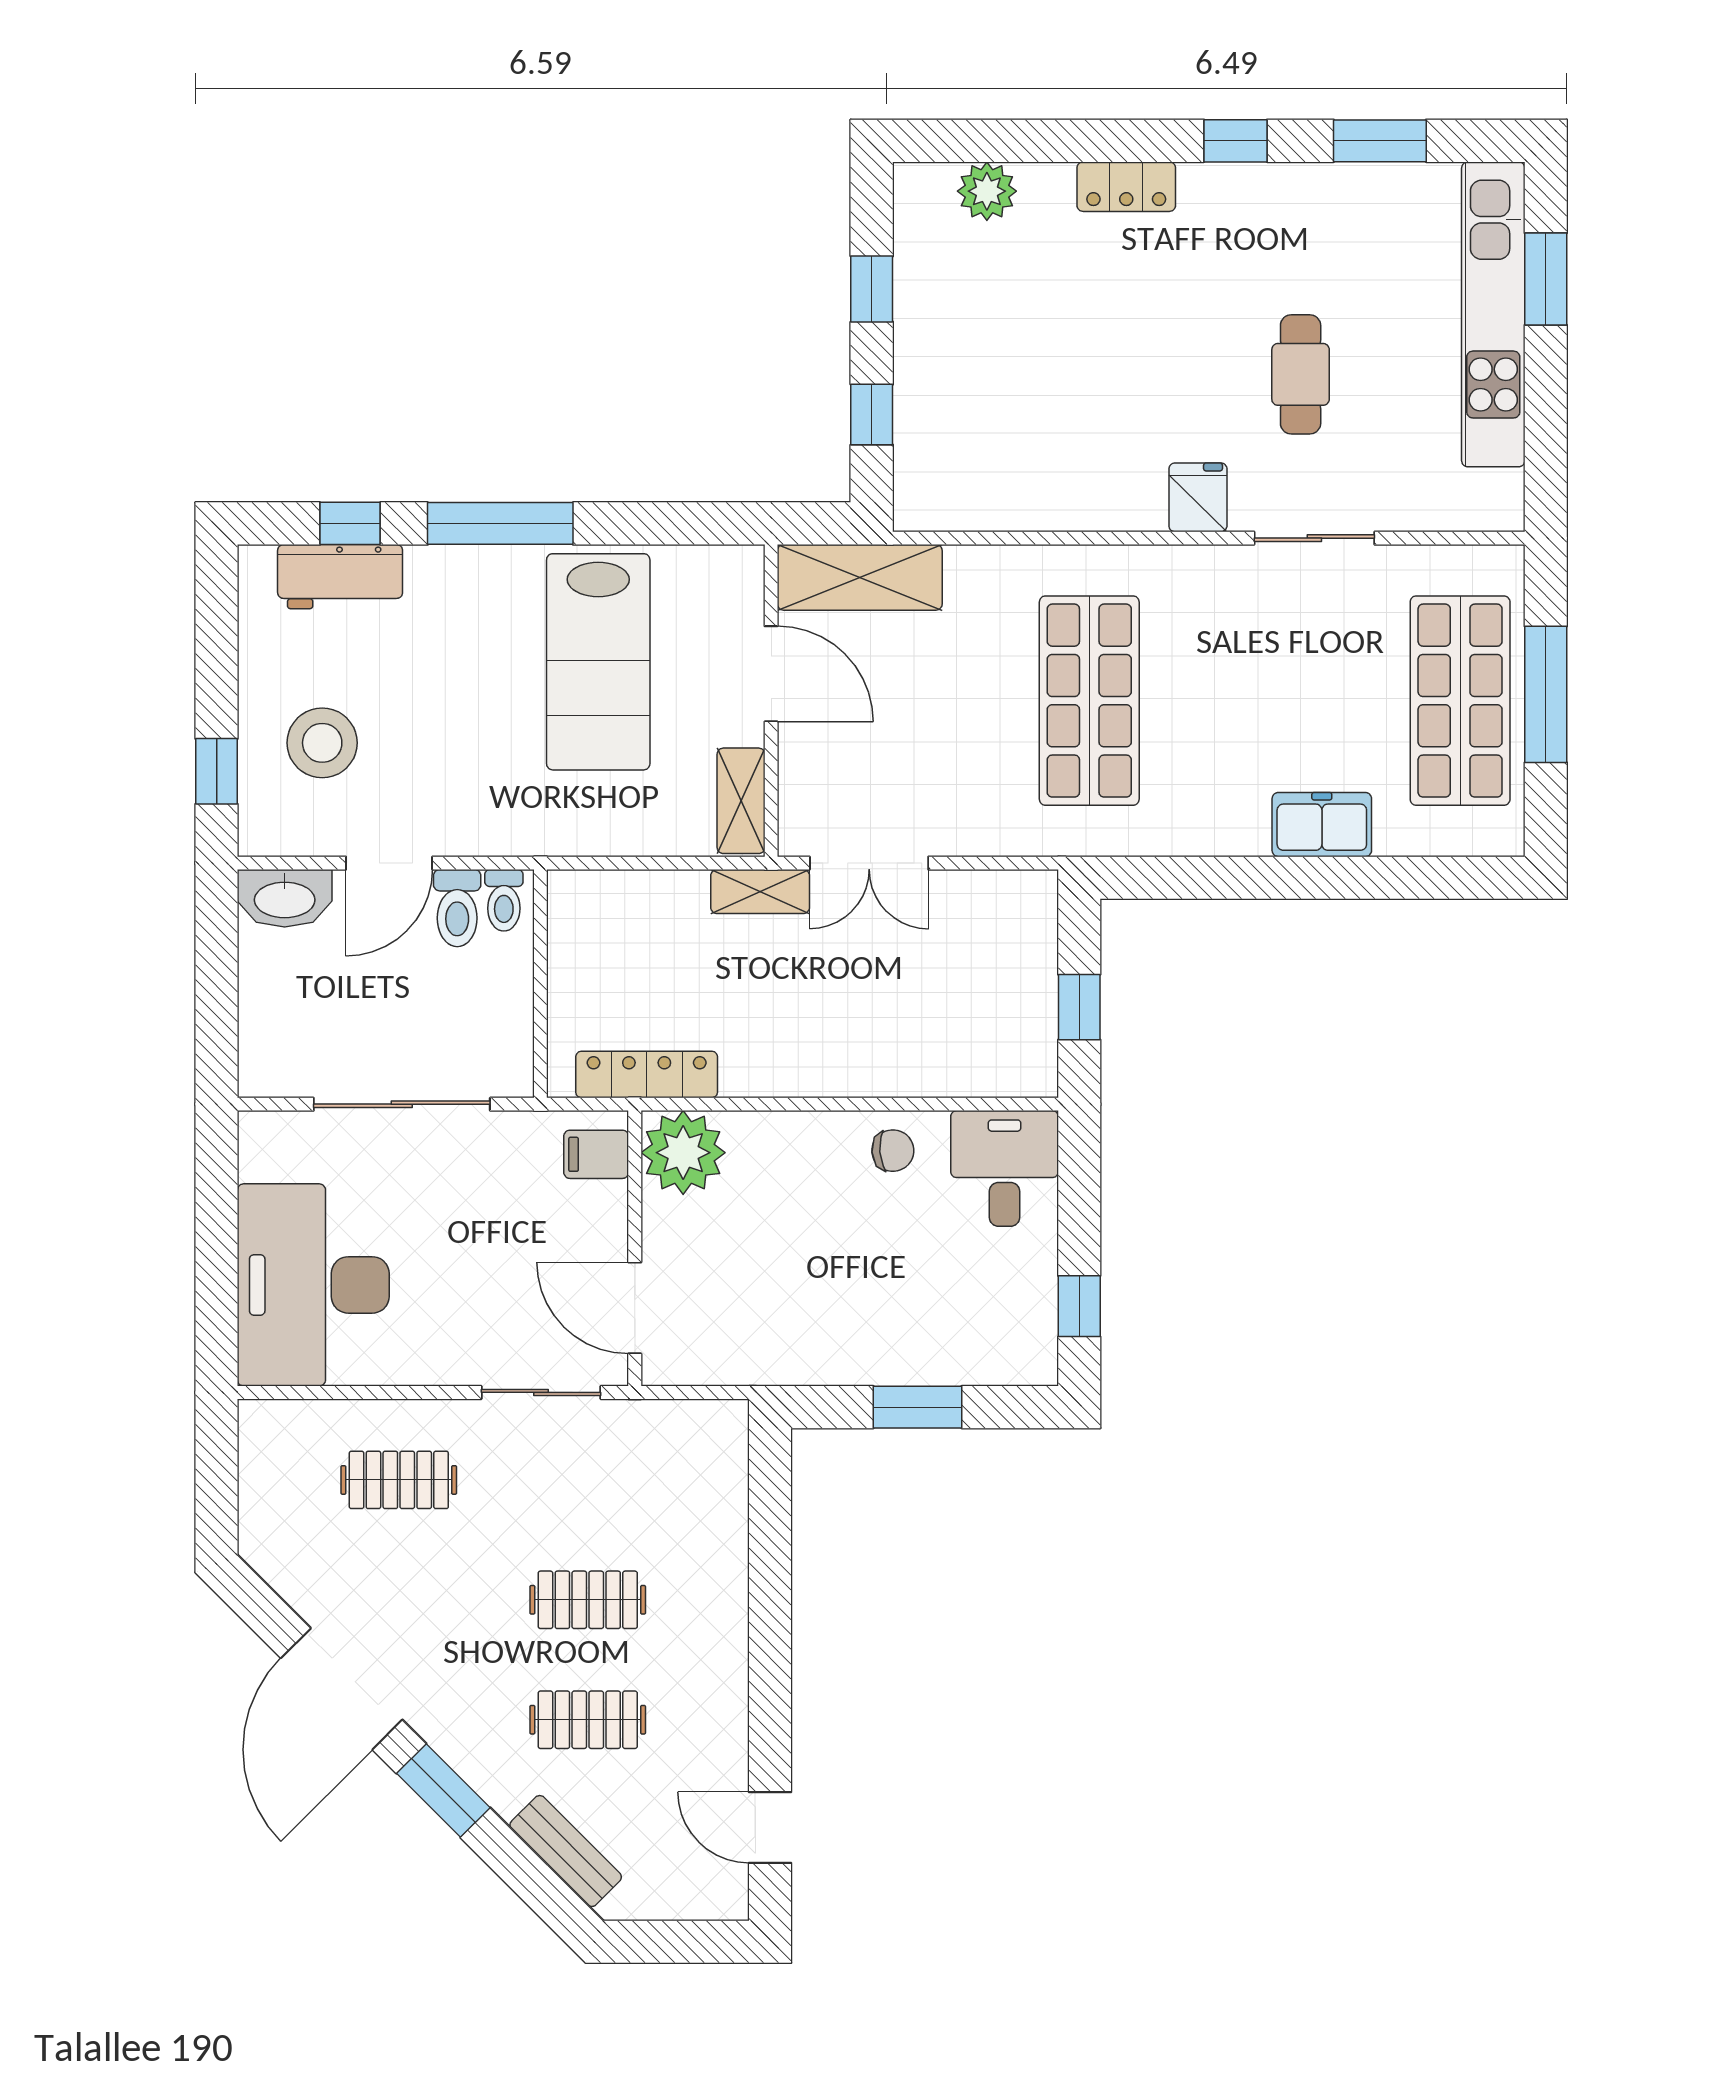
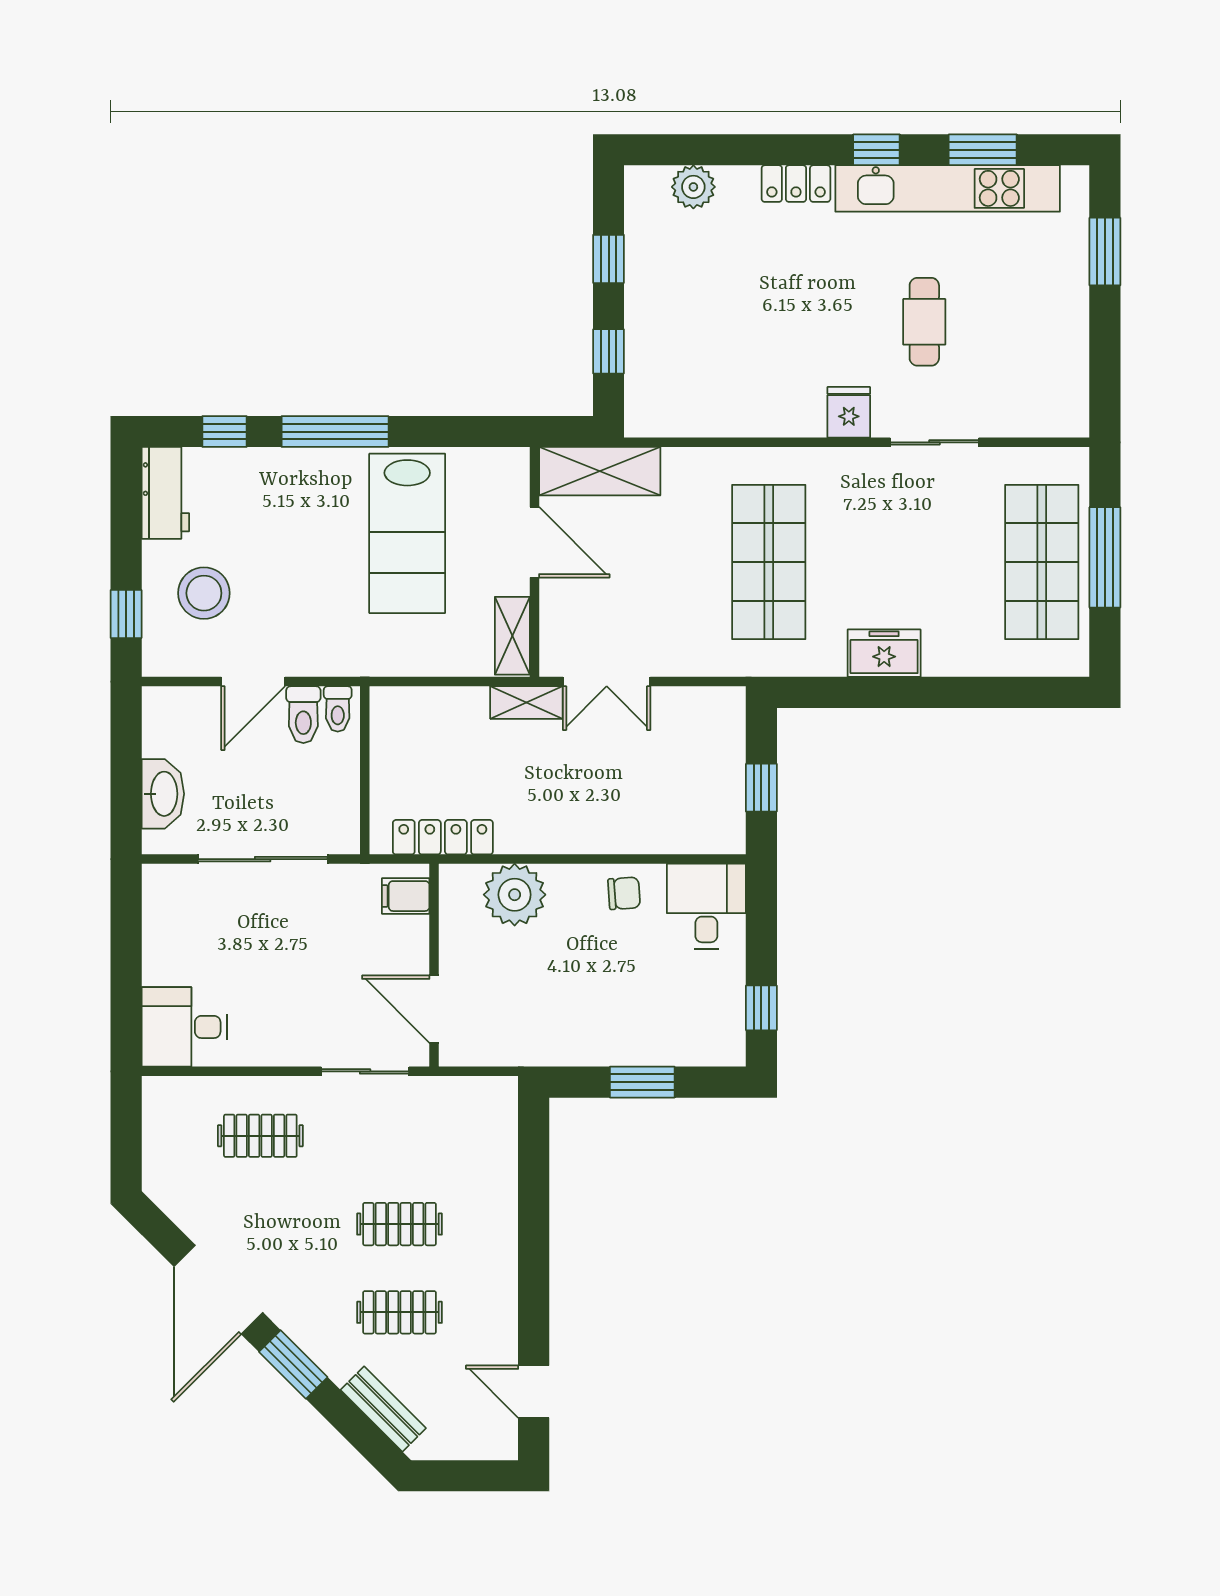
kitchen unit: (1493, 314) -> (948, 188), moved, turned -90
workbench: (340, 577) -> (165, 493), moved, turned -90
freezer: (1322, 825) -> (884, 653), moved
washbasin: (285, 898) -> (163, 794), moved, turned -90
plant: (683, 1153) -> (515, 895), moved
desk: (313, 1285) -> (185, 1027), width x0.53, depth x0.77

